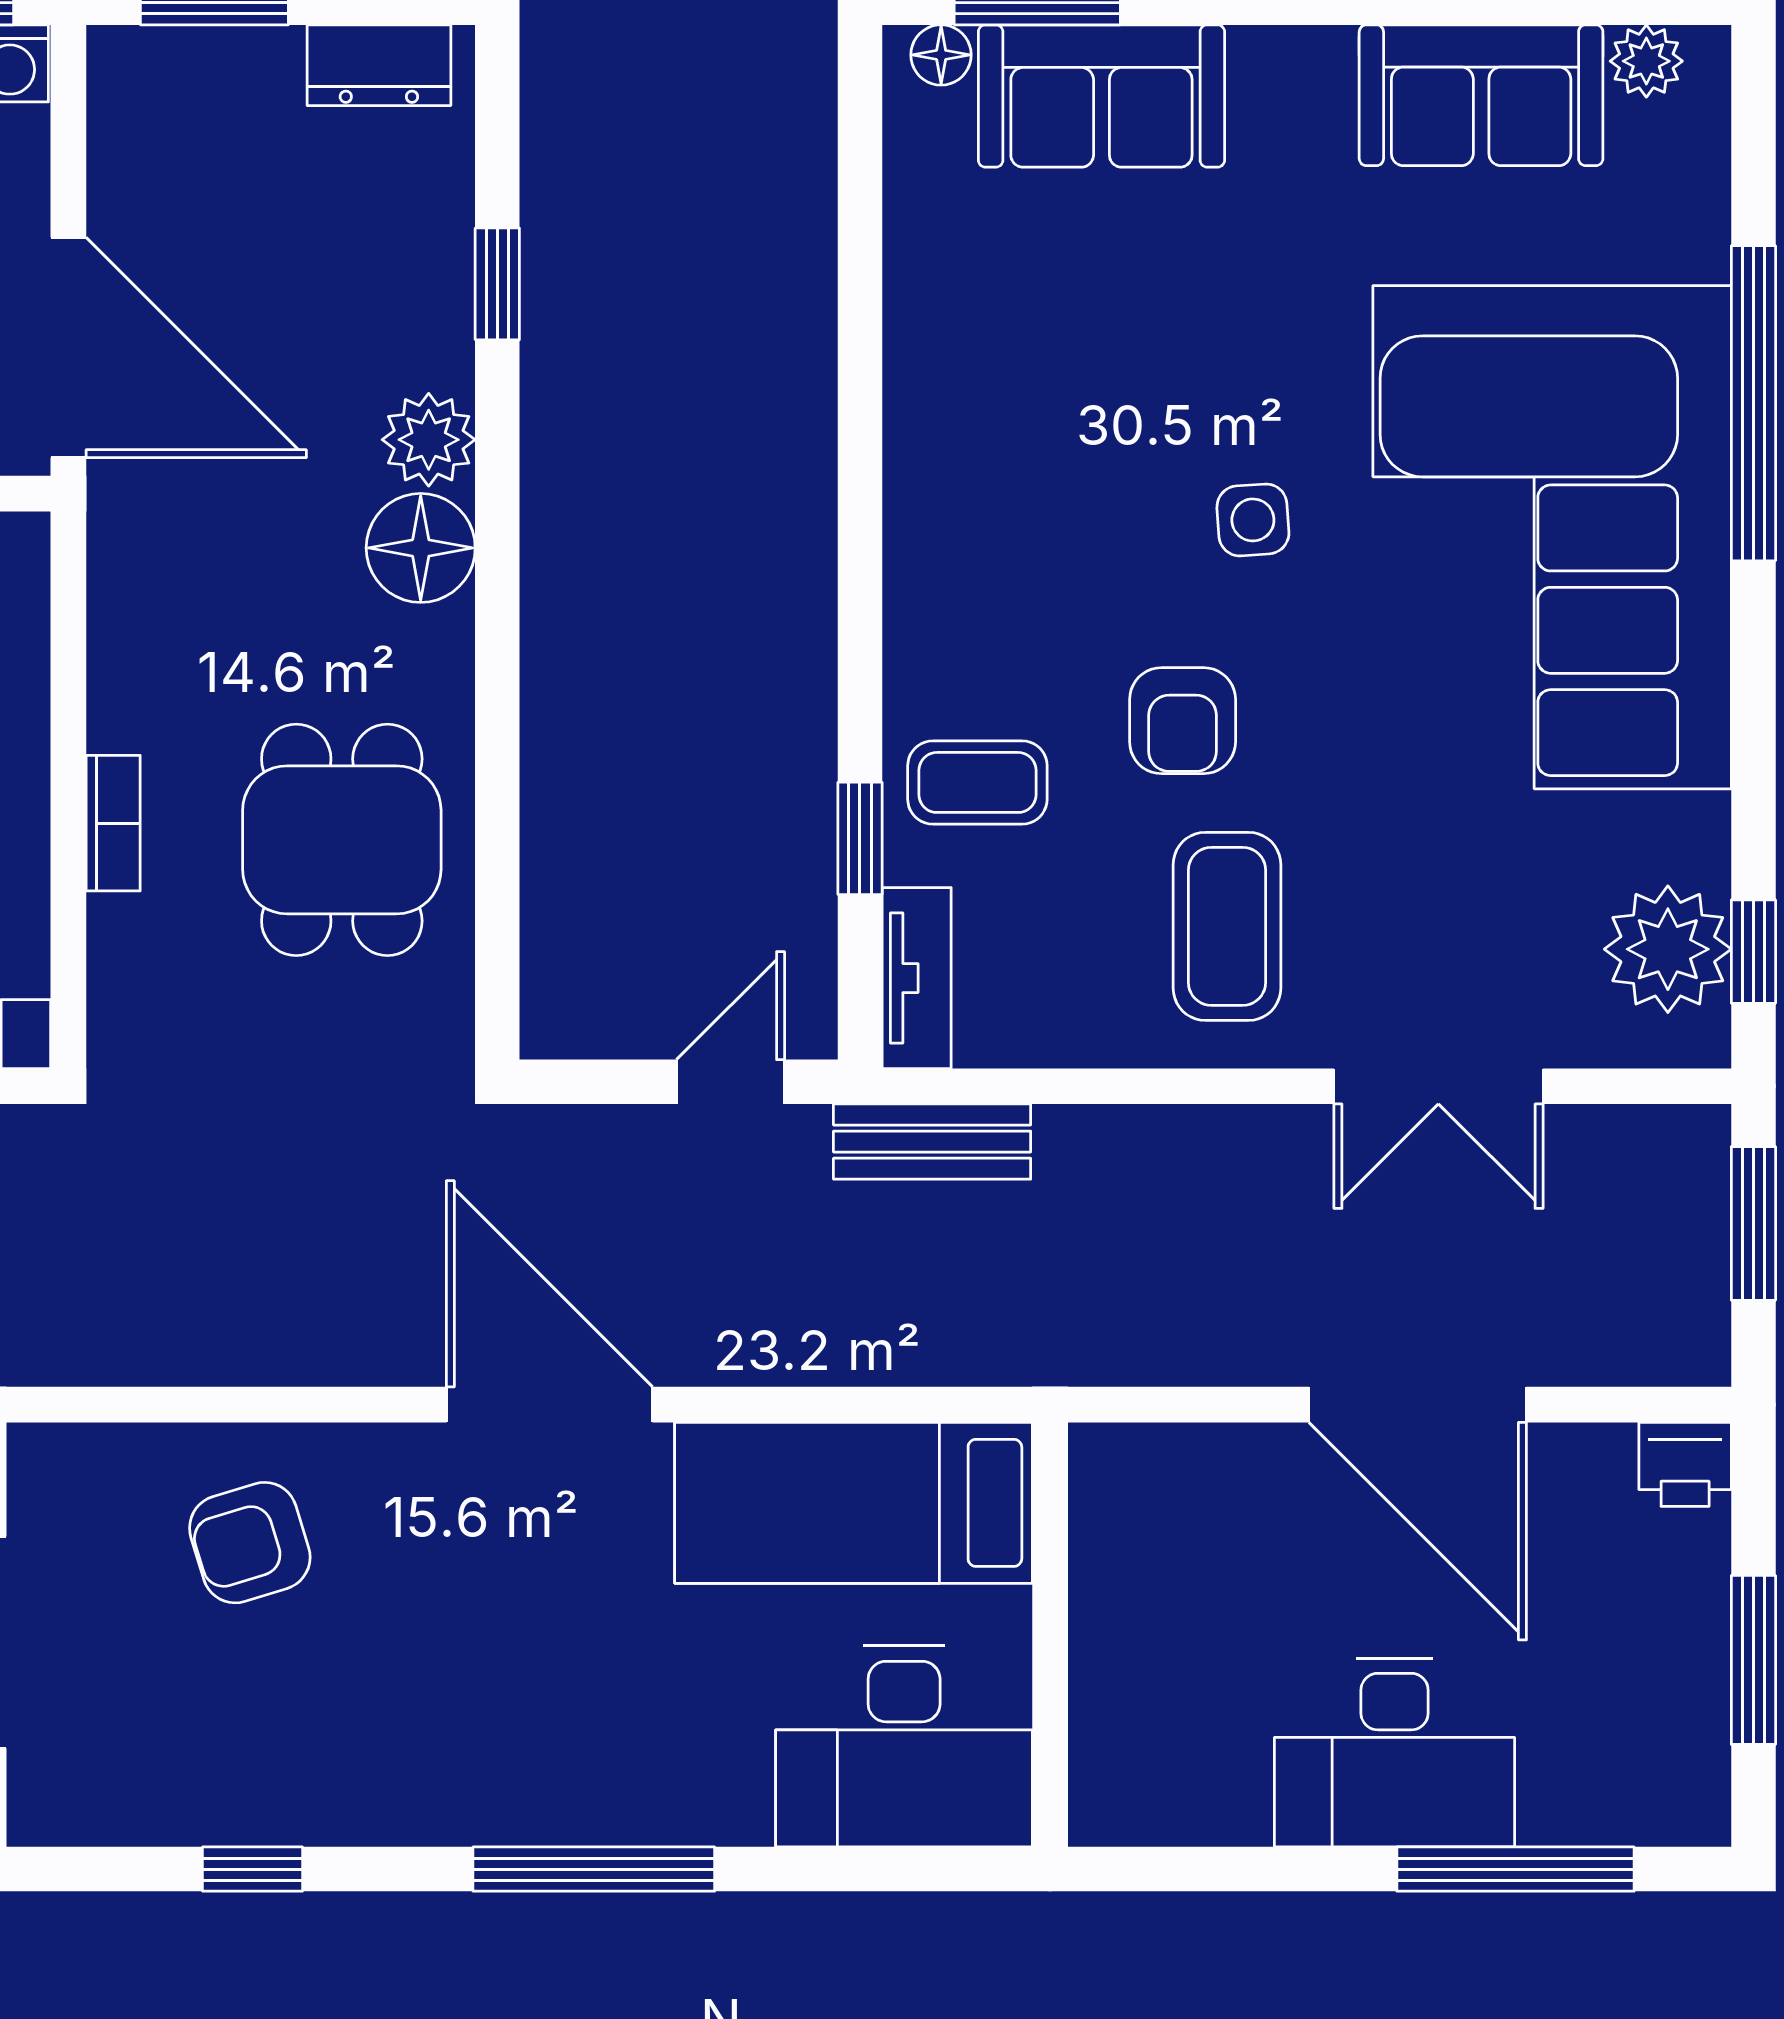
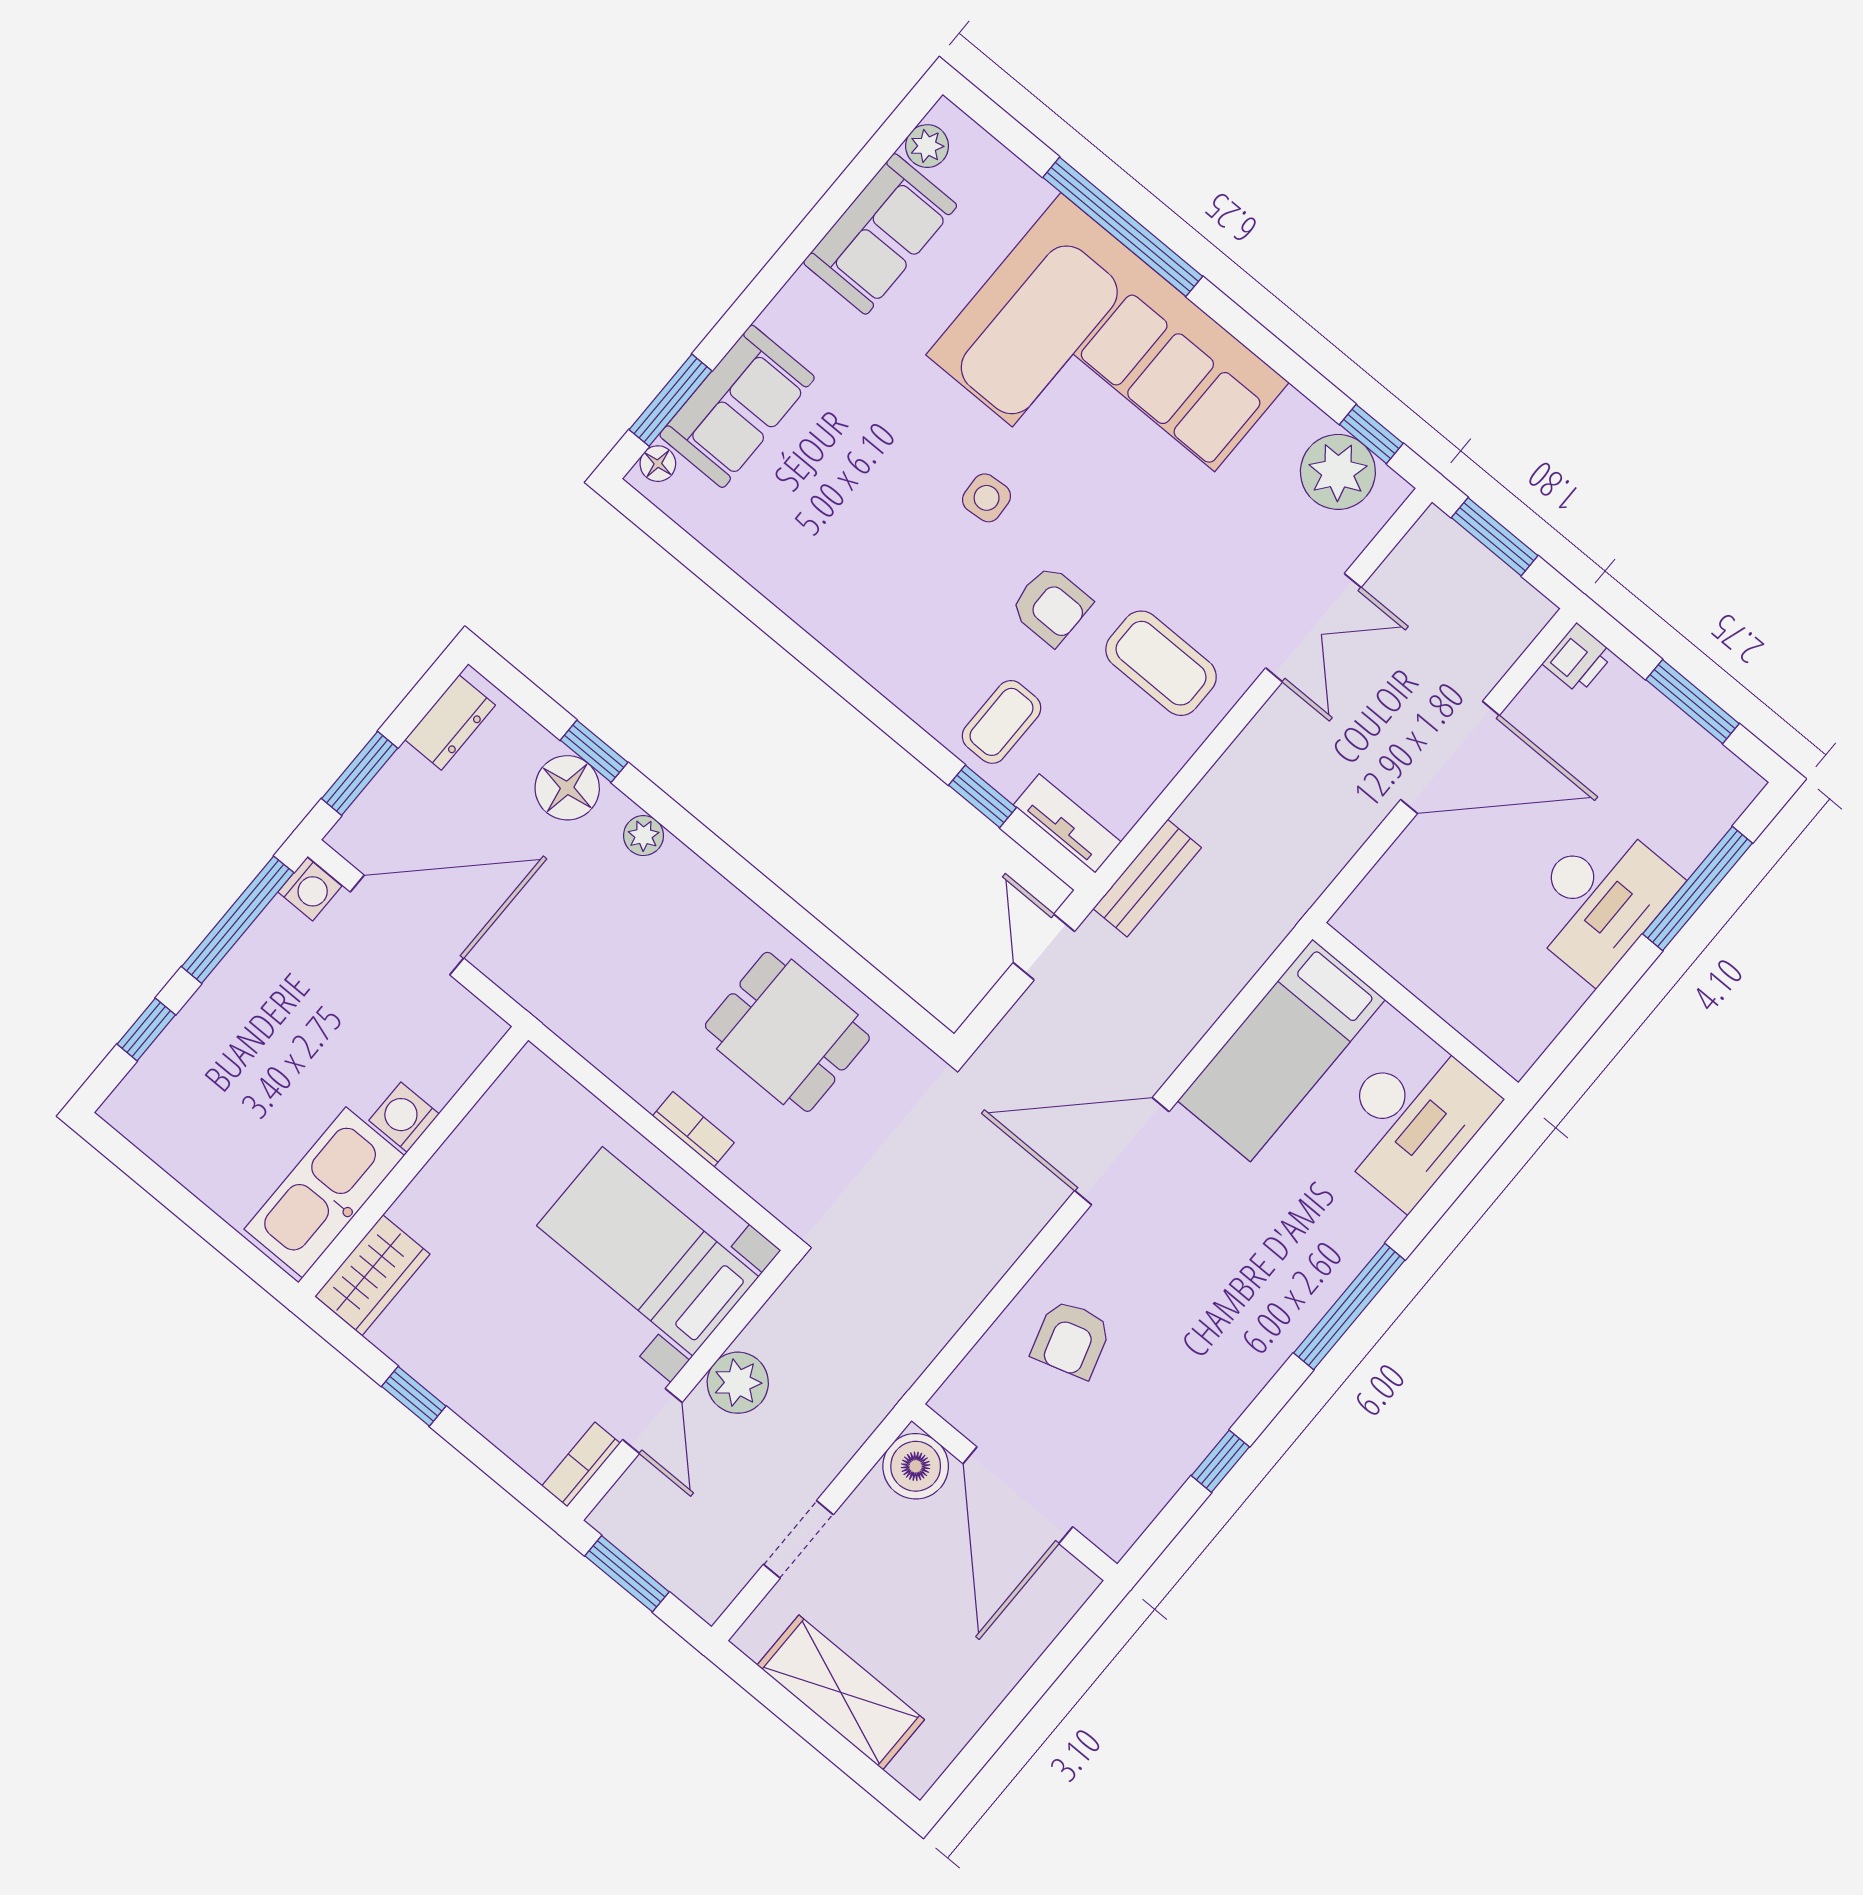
door: (68, 348) -> (407, 925), moved
plant: (429, 440) -> (644, 836), width x0.73, depth x0.73
floor lamp: (421, 548) -> (567, 788), moved

